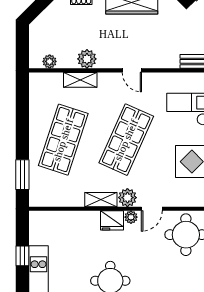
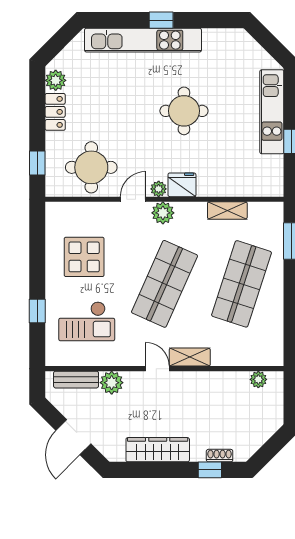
plant: (87, 59) -> (112, 383), moved
shelving: (80, 80) -> (190, 357), moved
shelving: (101, 200) -> (227, 210), moved

